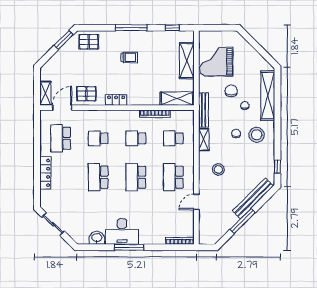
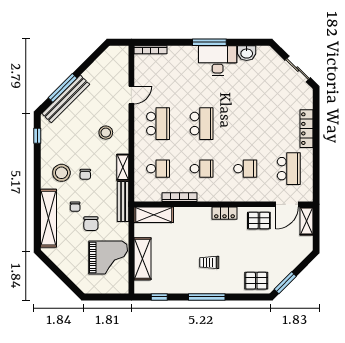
school desk: (98, 177) -> (245, 124), removed
window: (243, 221) -> (63, 88), moved

